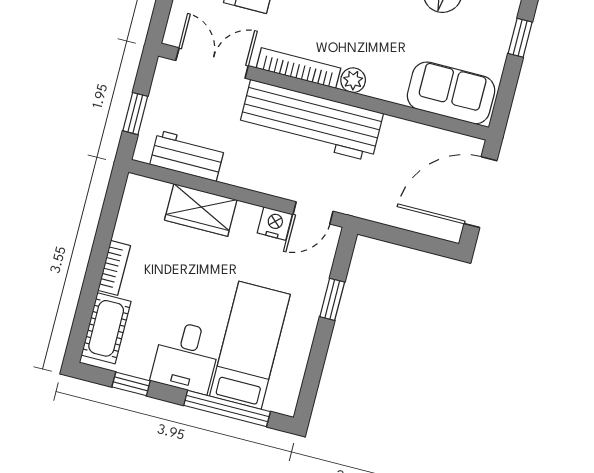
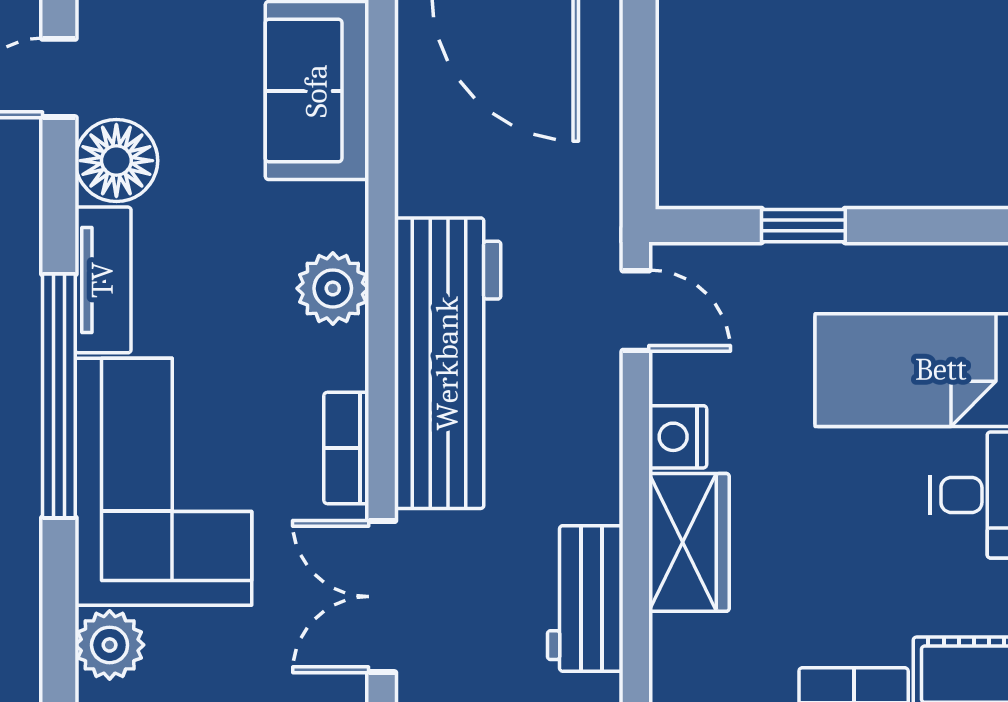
bookcase: (298, 68) -> (346, 448), width x0.64
plant: (353, 80) -> (333, 288), width x1.38, depth x1.38
nightstand: (275, 223) -> (678, 437), moved

